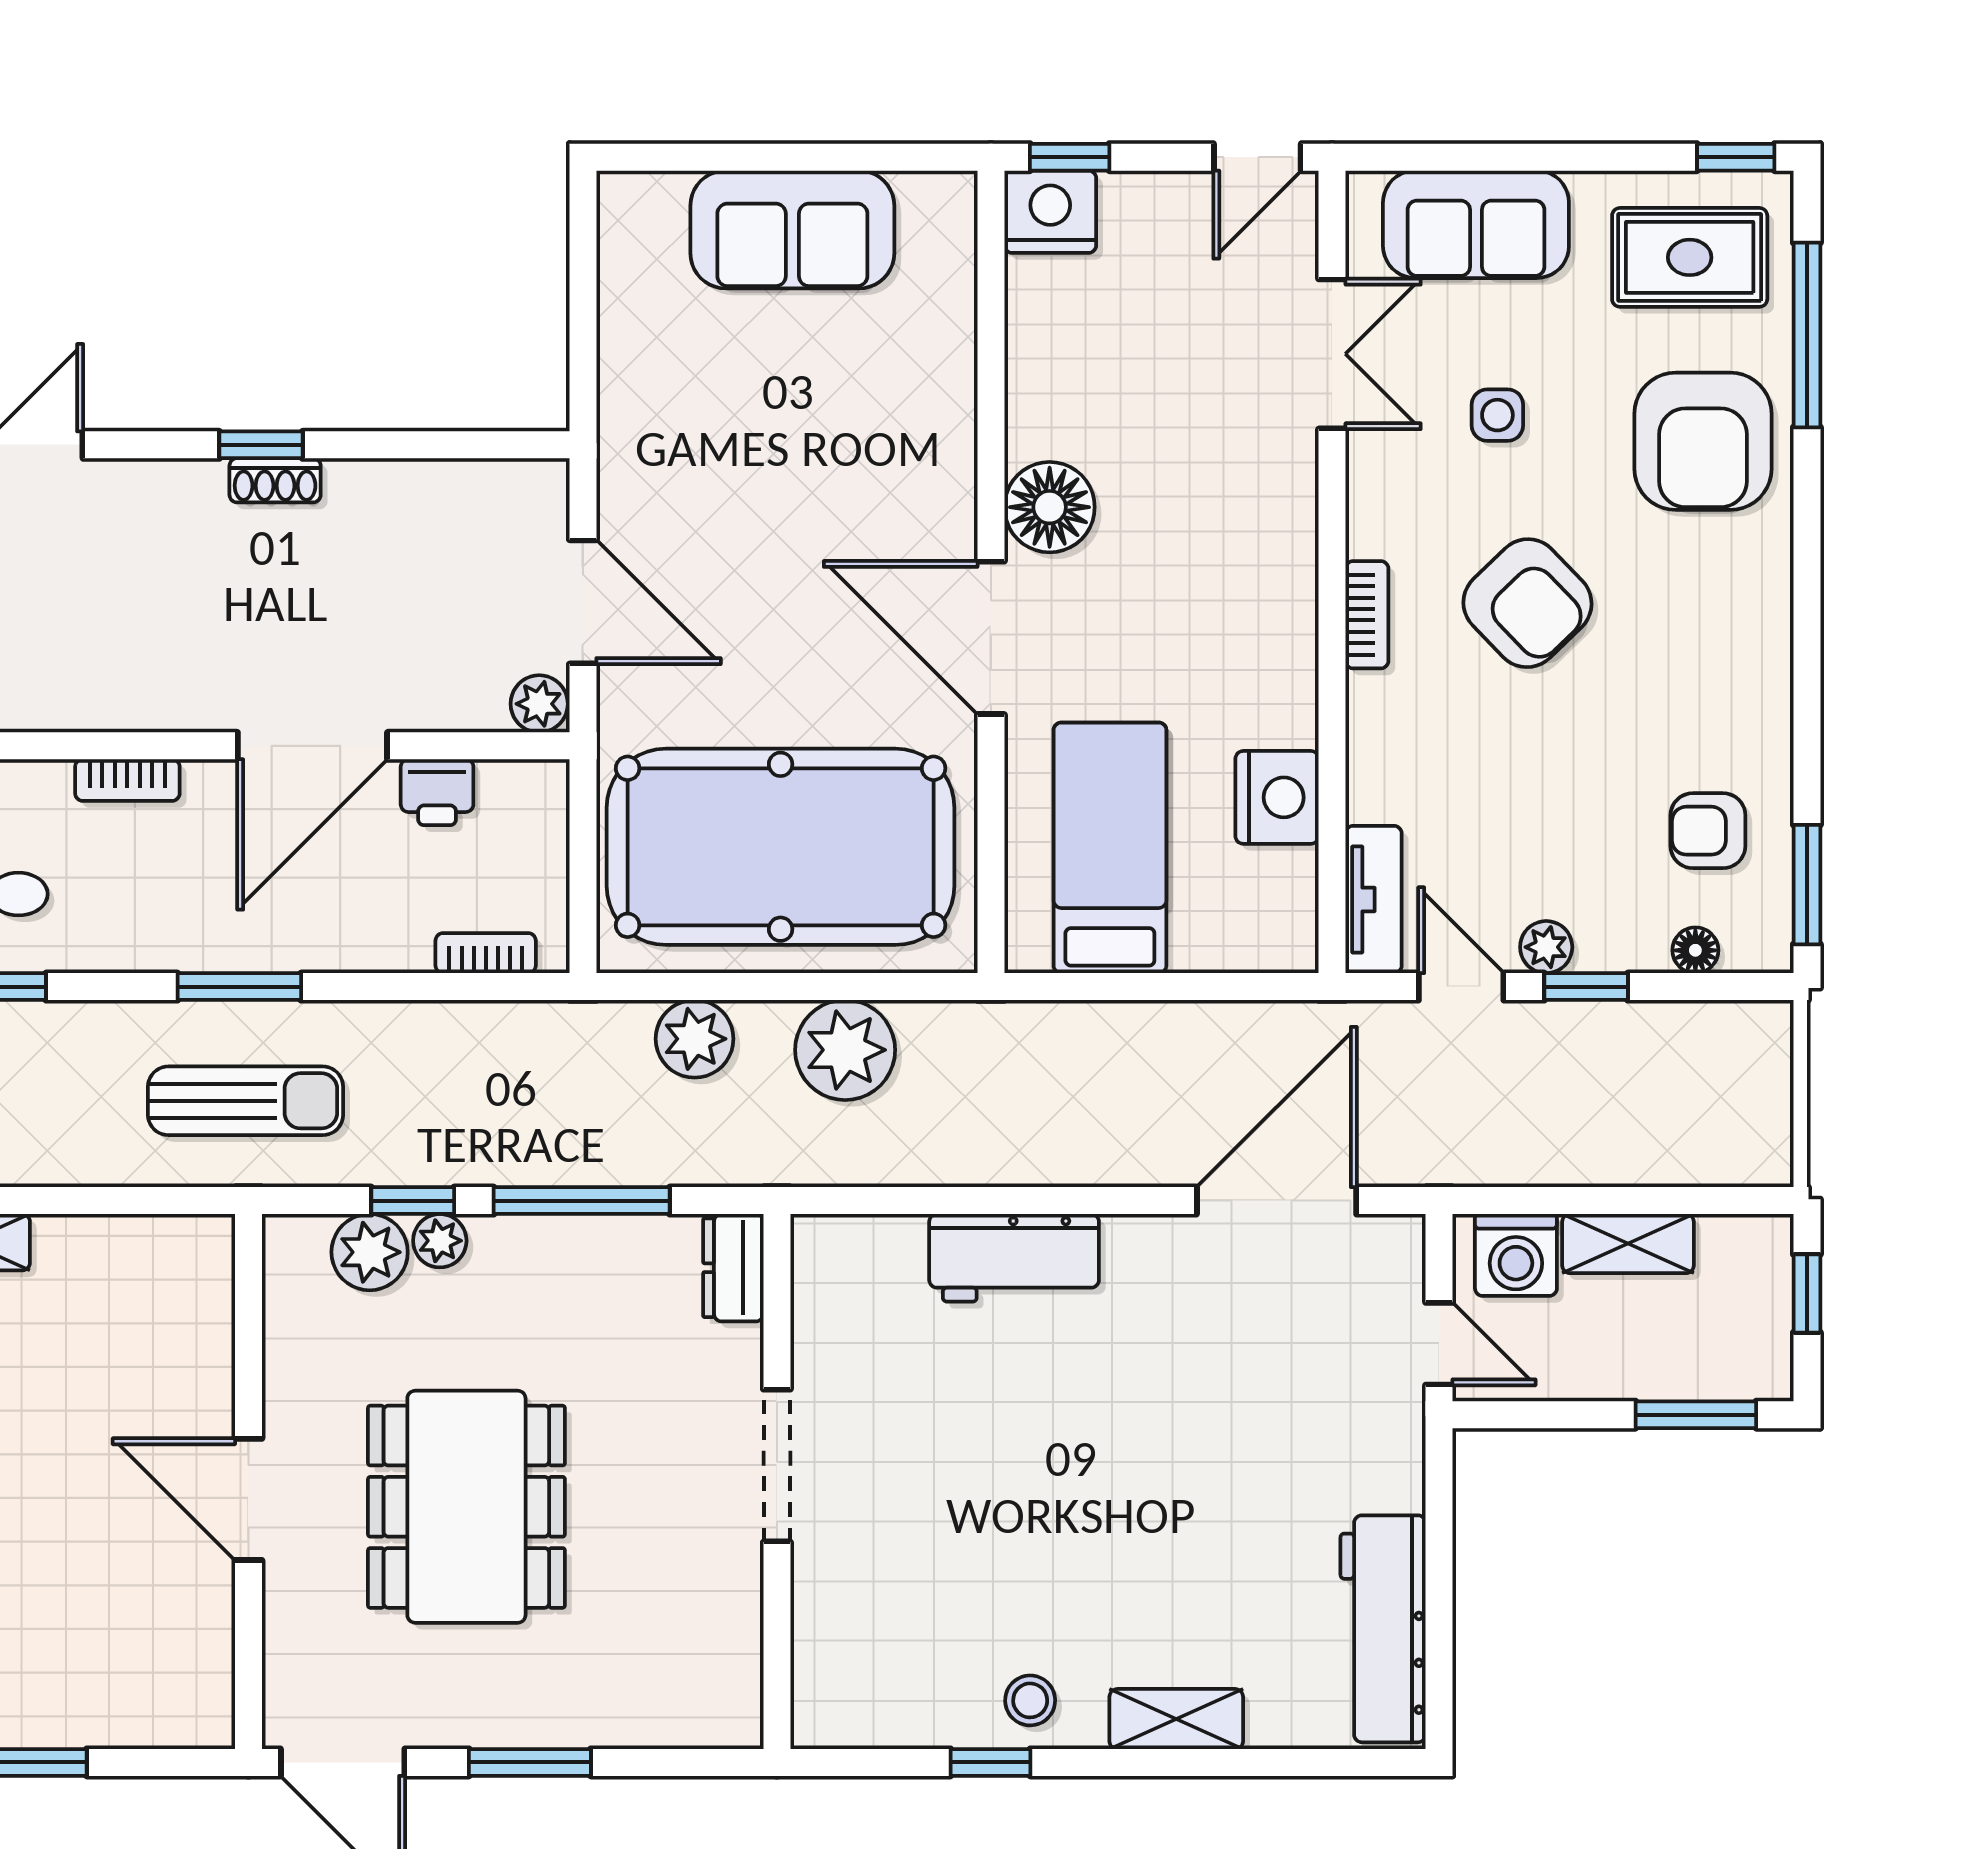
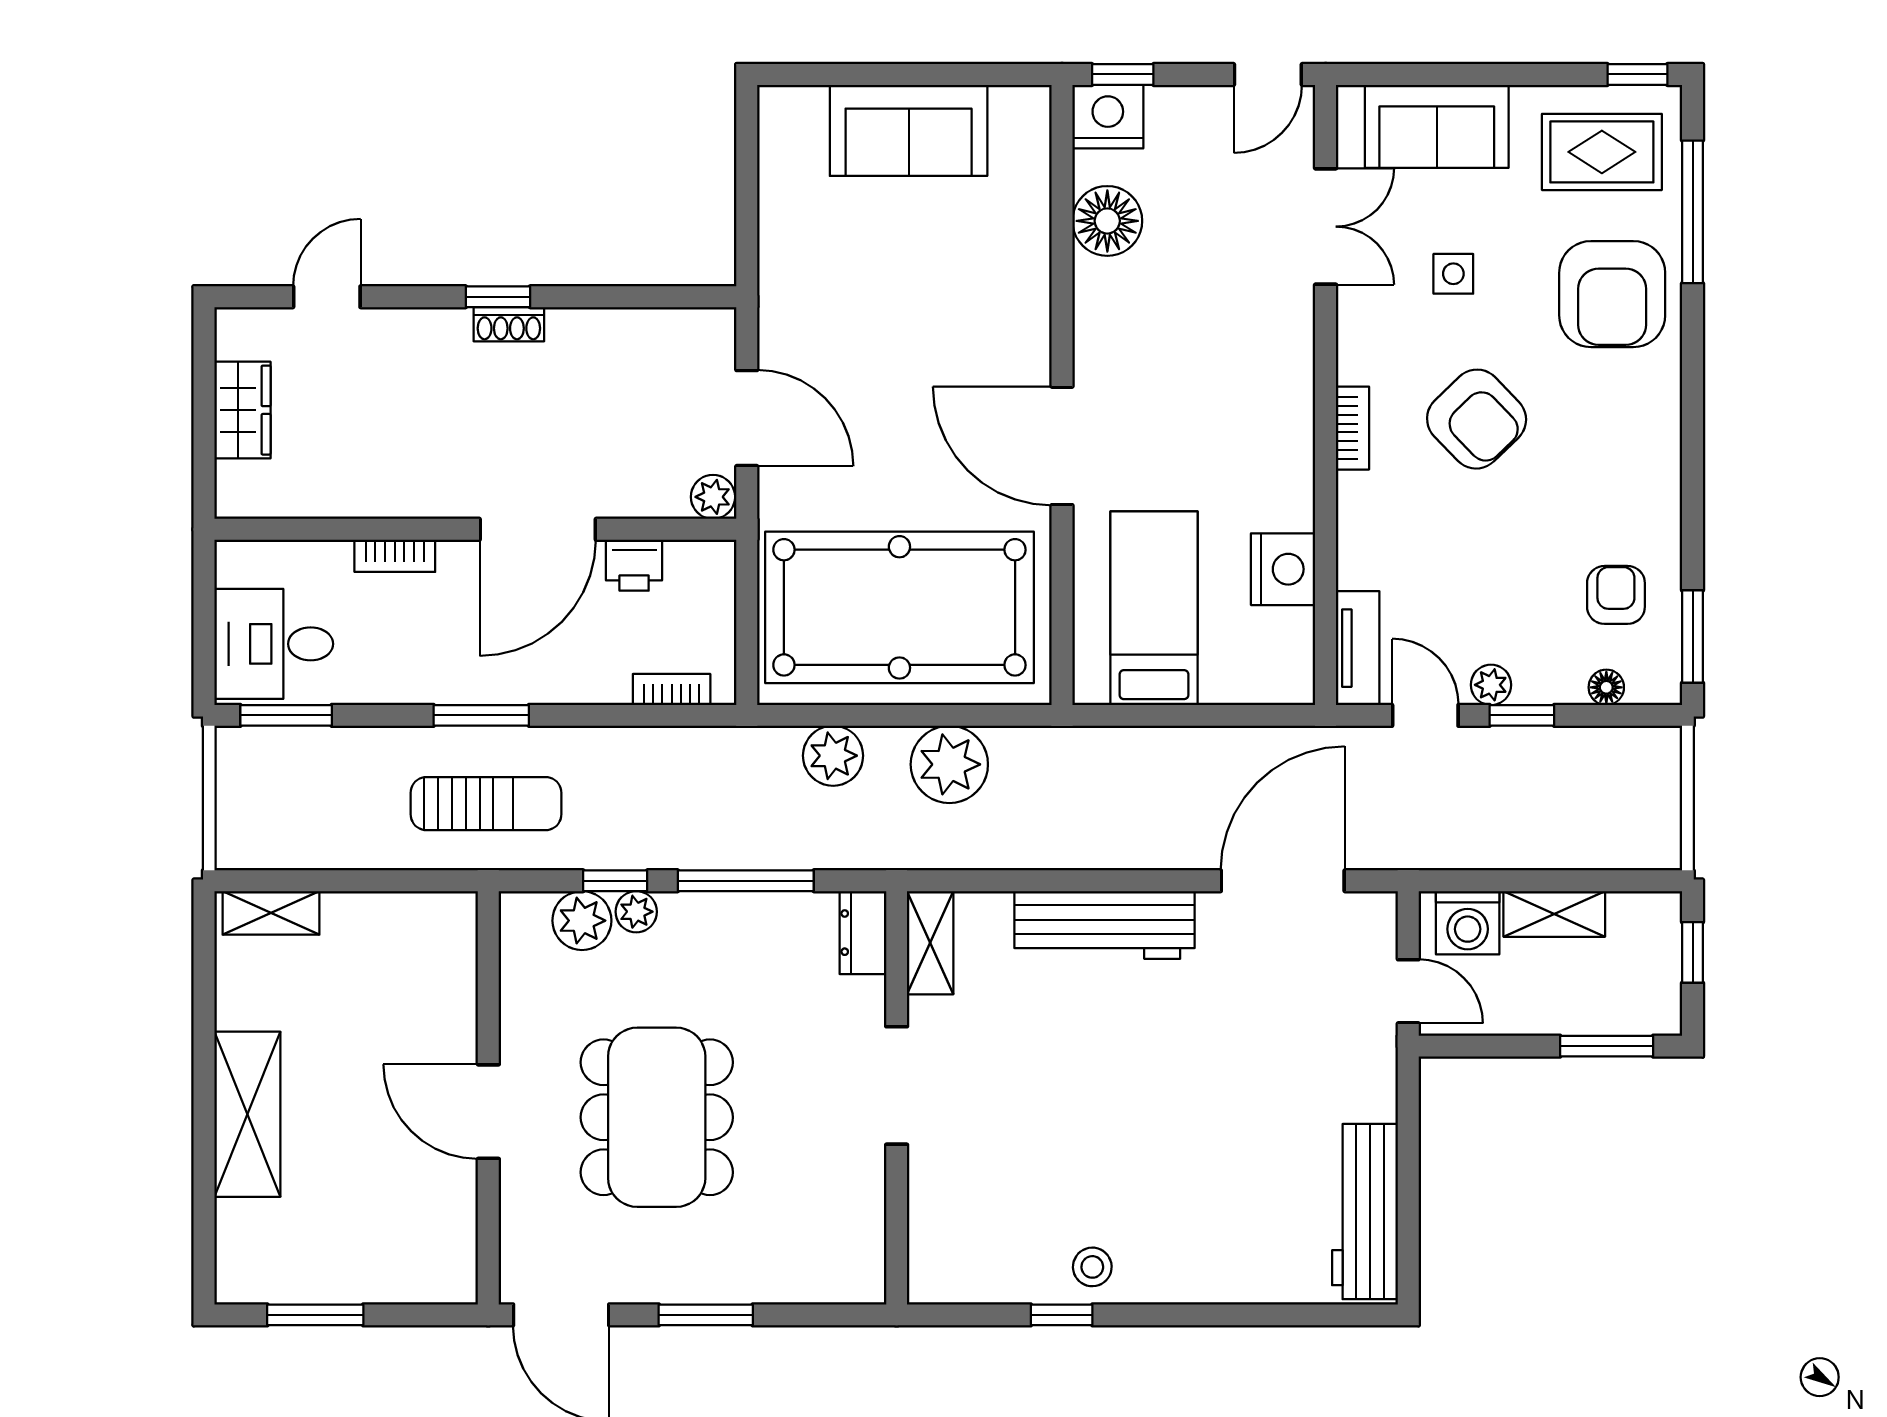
floor lamp: (1050, 507) -> (1107, 221), moved
armchair: (1708, 831) -> (1616, 595), turned 90
workbench: (1014, 1258) -> (1104, 925), width x1.38
shelving: (1176, 1719) -> (930, 943), moved, turned 90

